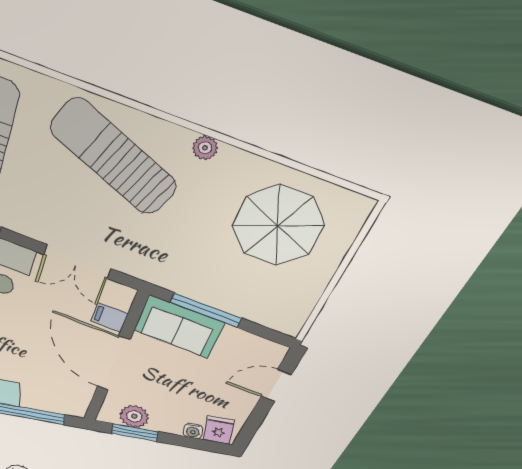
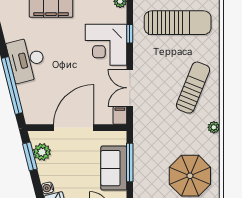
sun lounger: (113, 157) -> (193, 88), width x0.73, depth x0.75
filing cabinet: (109, 318) -> (120, 115), moved
sofa: (179, 327) -> (114, 168), moved

